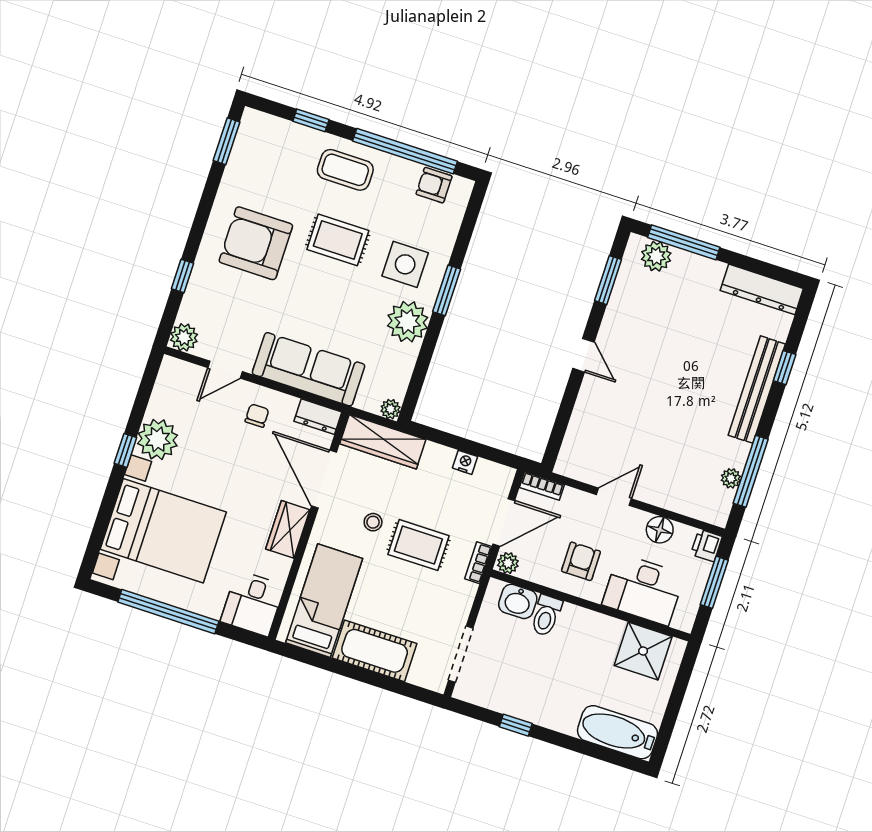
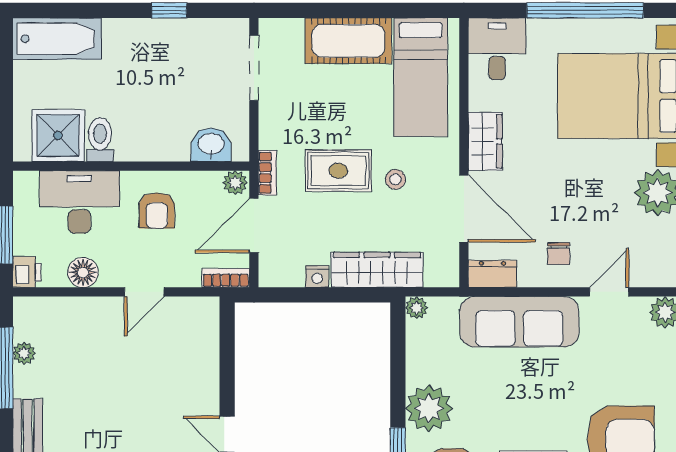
wardrobe: (383, 442) -> (377, 270), moved
toilet: (546, 616) -> (100, 140), moved

